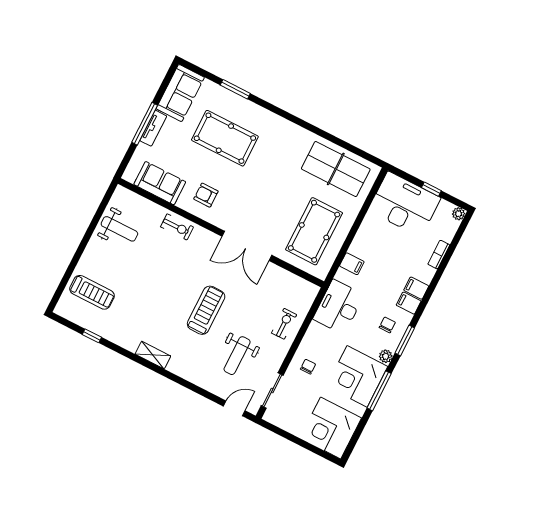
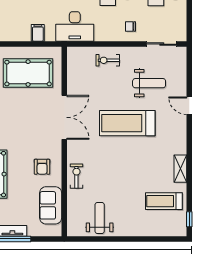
treadmill: (92, 292) -> (164, 201), moved, turned -90
treadmill: (206, 310) -> (127, 123), width x1.37, depth x1.38
window: (92, 336) -> (189, 219), moved
shelving: (153, 355) -> (180, 169), moved
door: (234, 408) -> (189, 106), moved

